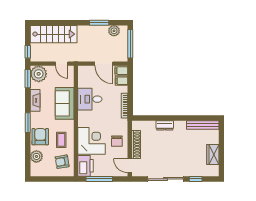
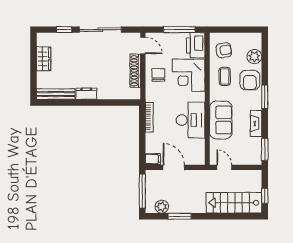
window: (28, 52) -> (265, 196), moved
plant: (39, 74) -> (252, 155), removed
filing cabinet: (122, 81) -> (153, 147), removed
desk: (90, 99) -> (191, 120), width x1.37
dresser: (165, 125) -> (86, 94), moved

